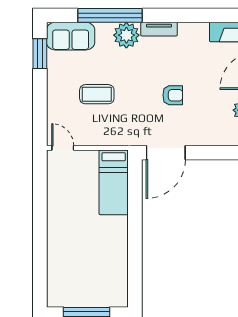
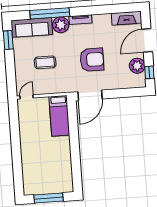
sofa: (71, 36) -> (32, 27), width x1.36
armchair: (173, 95) -> (92, 60), width x1.88, depth x1.88
door: (63, 148) -> (27, 97), hinge flipped

